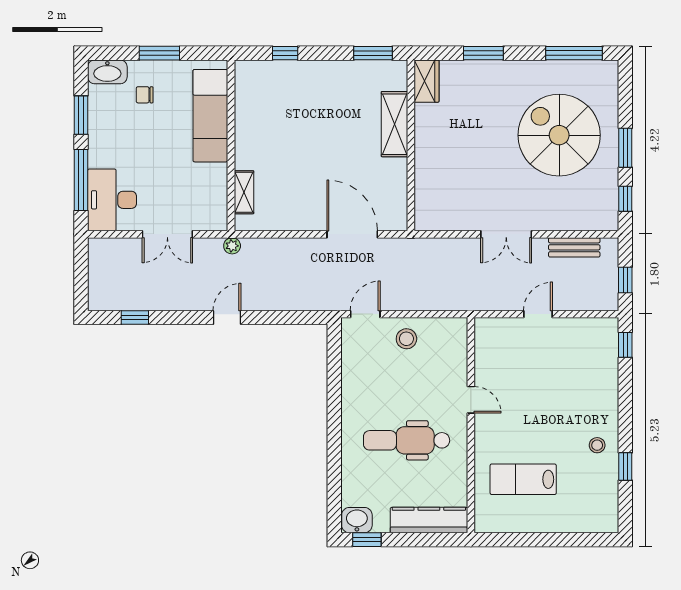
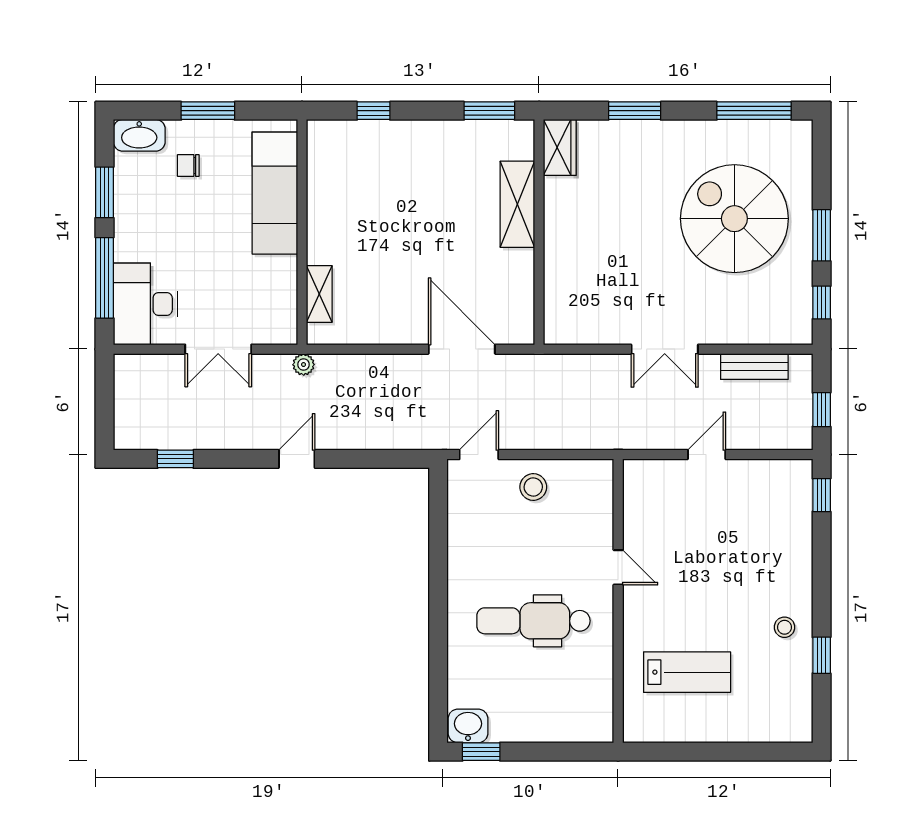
lab bench: (523, 479) -> (687, 672), turned 180
kitchen counter: (429, 520) -> (563, 726), removed

